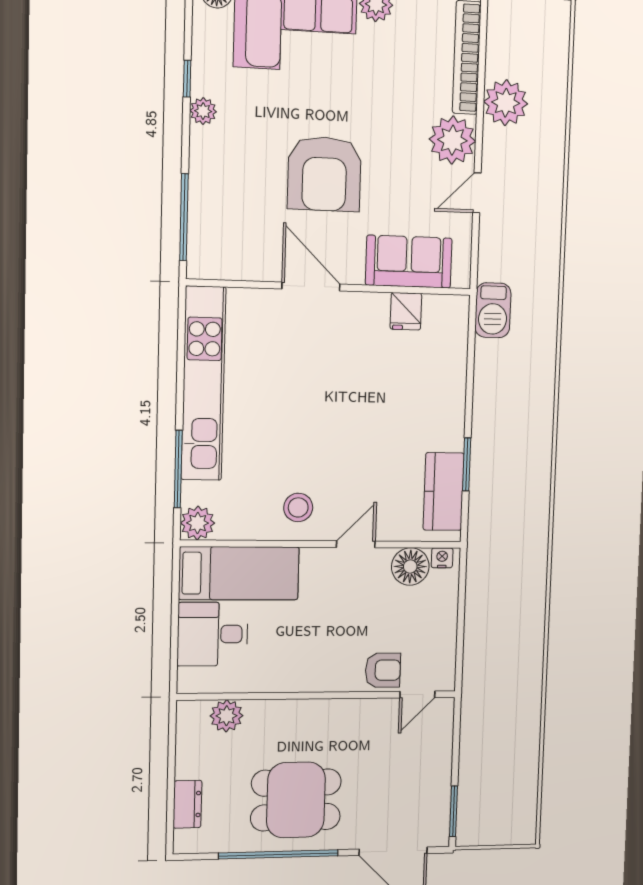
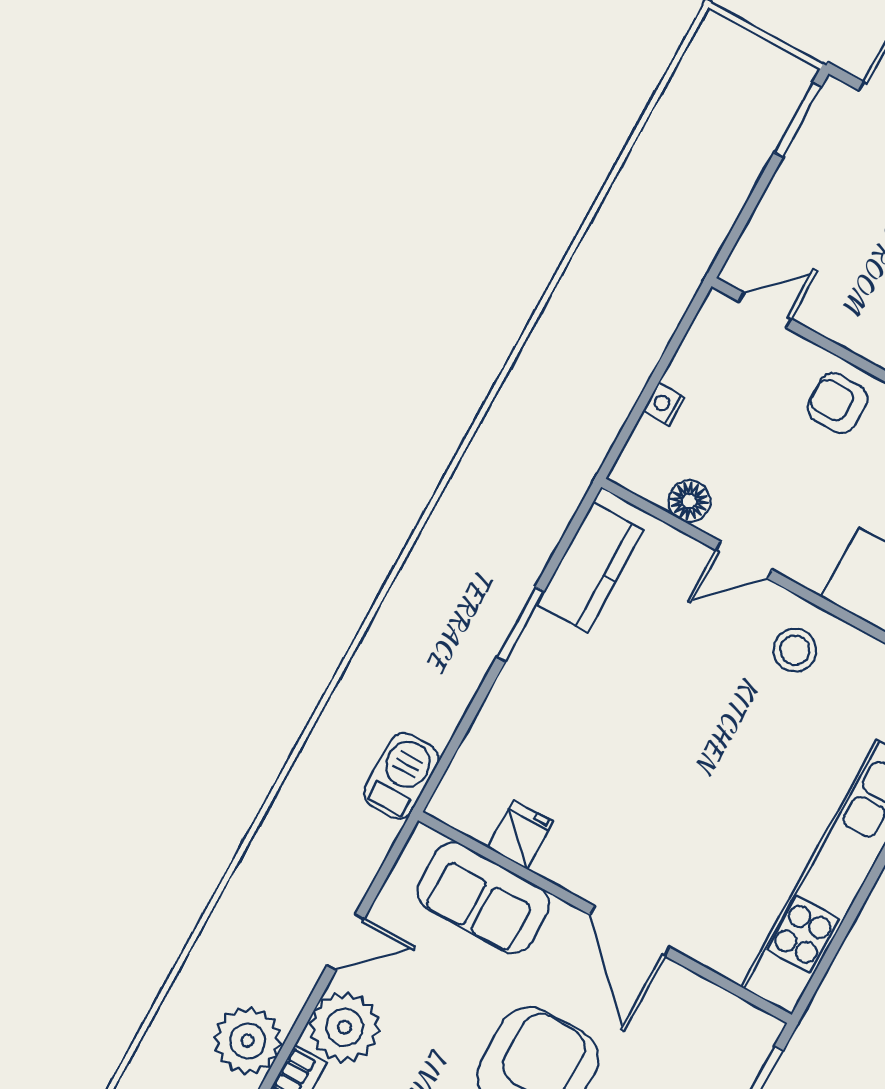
window: (467, 464) -> (520, 624), moved
nightstand: (442, 558) -> (664, 404), moved, turned 90
floor lamp: (410, 566) -> (689, 501), width x0.73, depth x0.73
armchair: (383, 670) -> (837, 403), moved

